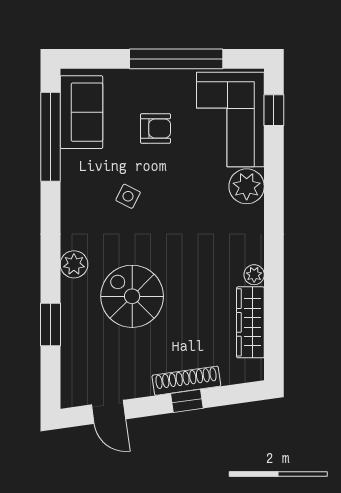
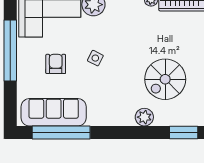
sofa: (81, 112) -> (54, 112), width x1.36
side table: (128, 196) -> (95, 58), moved

